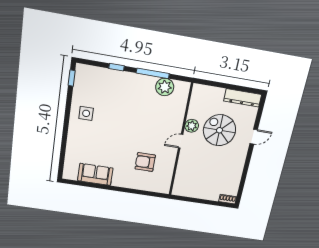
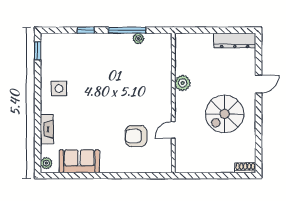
plant: (165, 87) -> (138, 38), width x0.53, depth x0.53
spiral stairs: (219, 130) -> (225, 114), moved, turned -90
door: (181, 141) -> (173, 130), moved
fireplace: (71, 145) -> (47, 129), added
plant: (68, 172) -> (46, 163), added

